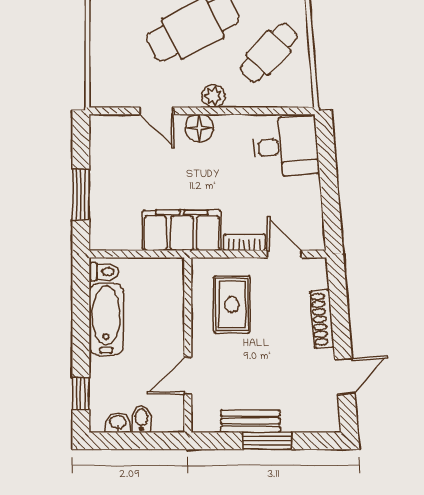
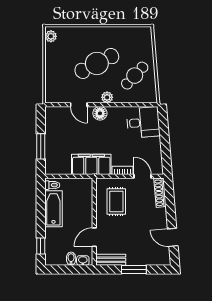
shoe rack: (322, 319) -> (160, 193), moved
door: (345, 377) -> (173, 237), swing flipped
bench: (250, 421) -> (111, 260), moved
washbasin: (118, 423) -> (83, 260), moved

